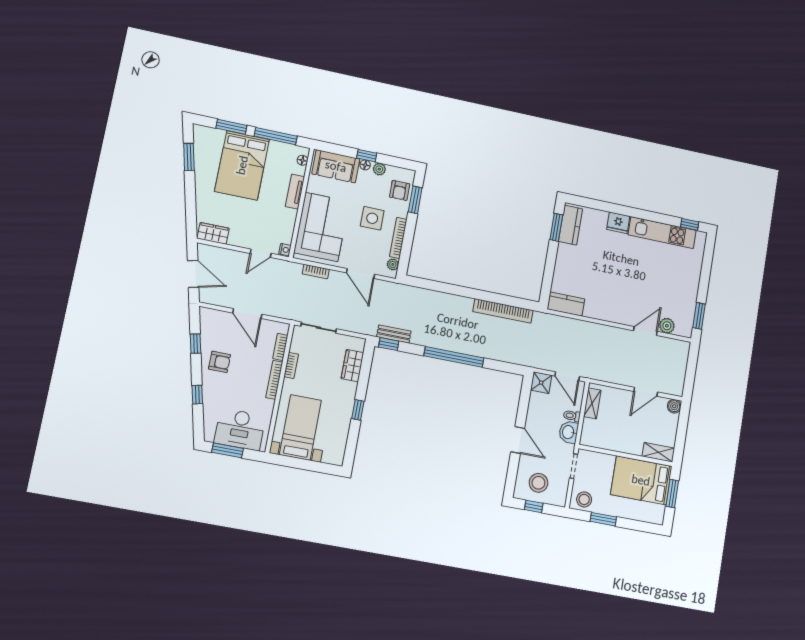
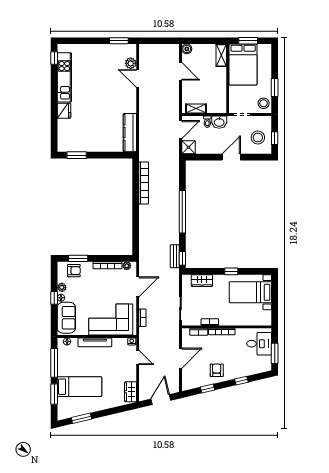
bed: (242, 165) -> (79, 387), width x0.67
tv unit: (295, 192) -> (95, 342), width x1.41
side table: (372, 218) -> (97, 286), removed
kitchen counter: (571, 225) -> (73, 145), removed
kitchen counter: (566, 304) -> (130, 133), width x1.50
bed with nightstands: (300, 428) -> (250, 292), moved
desk: (240, 429) -> (259, 344), width x0.73

